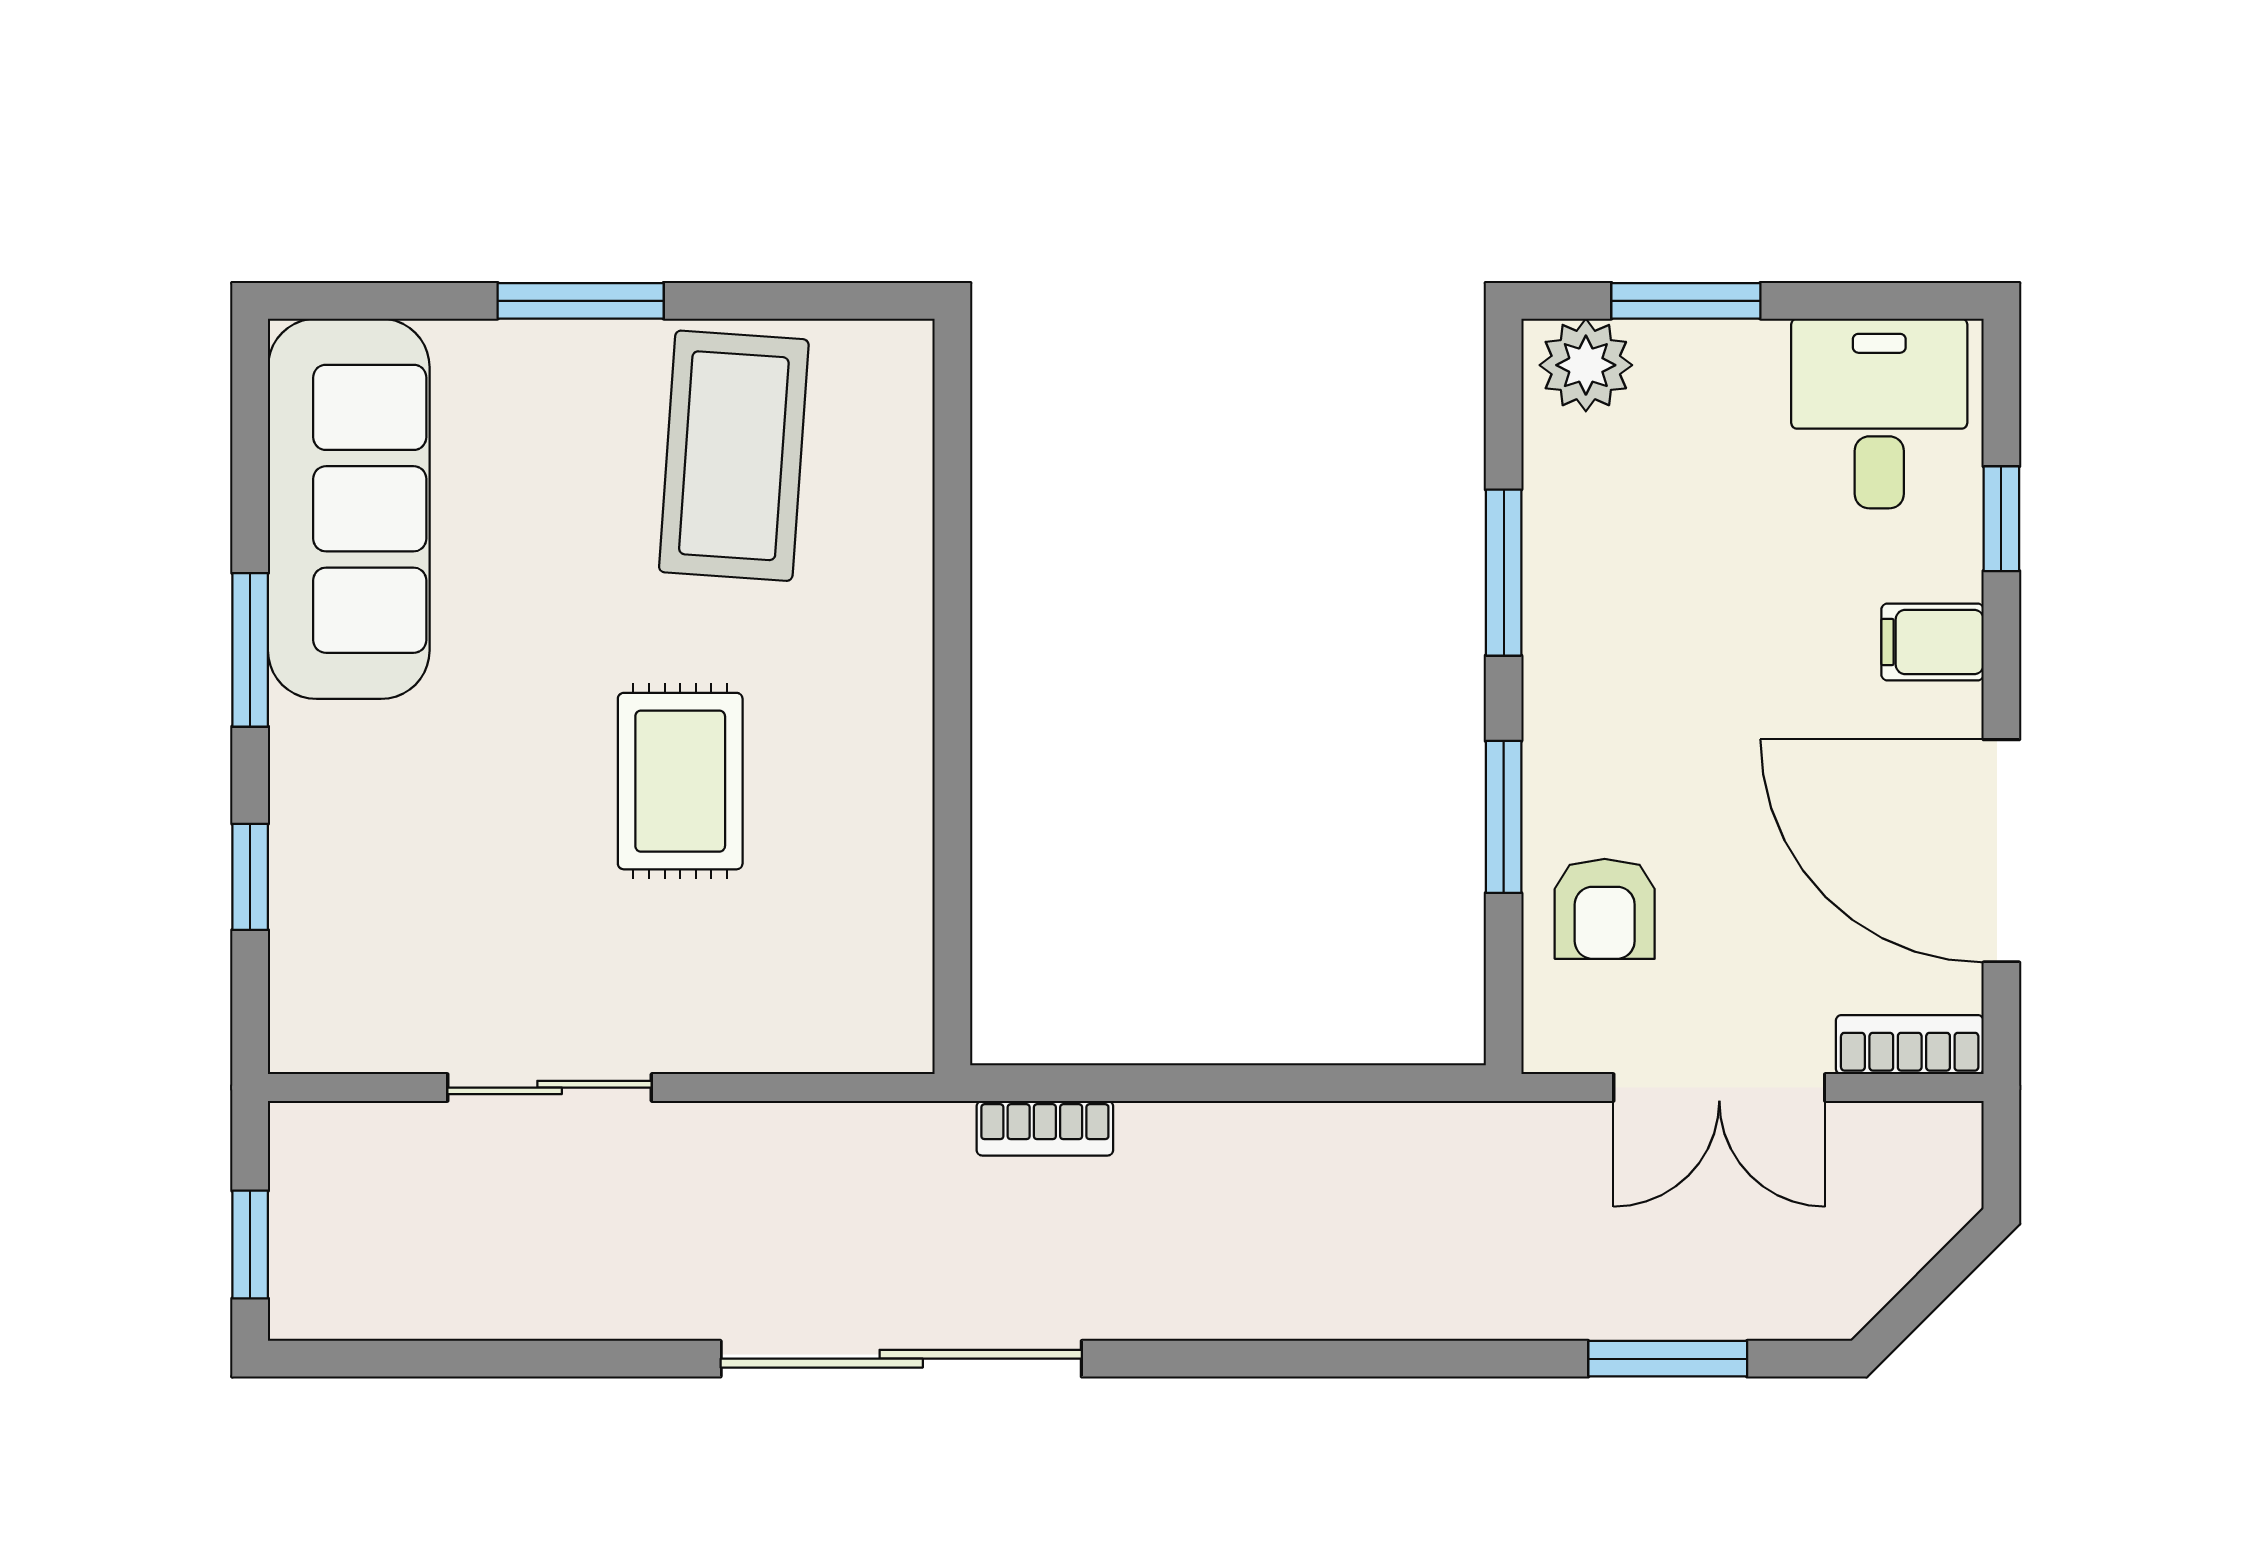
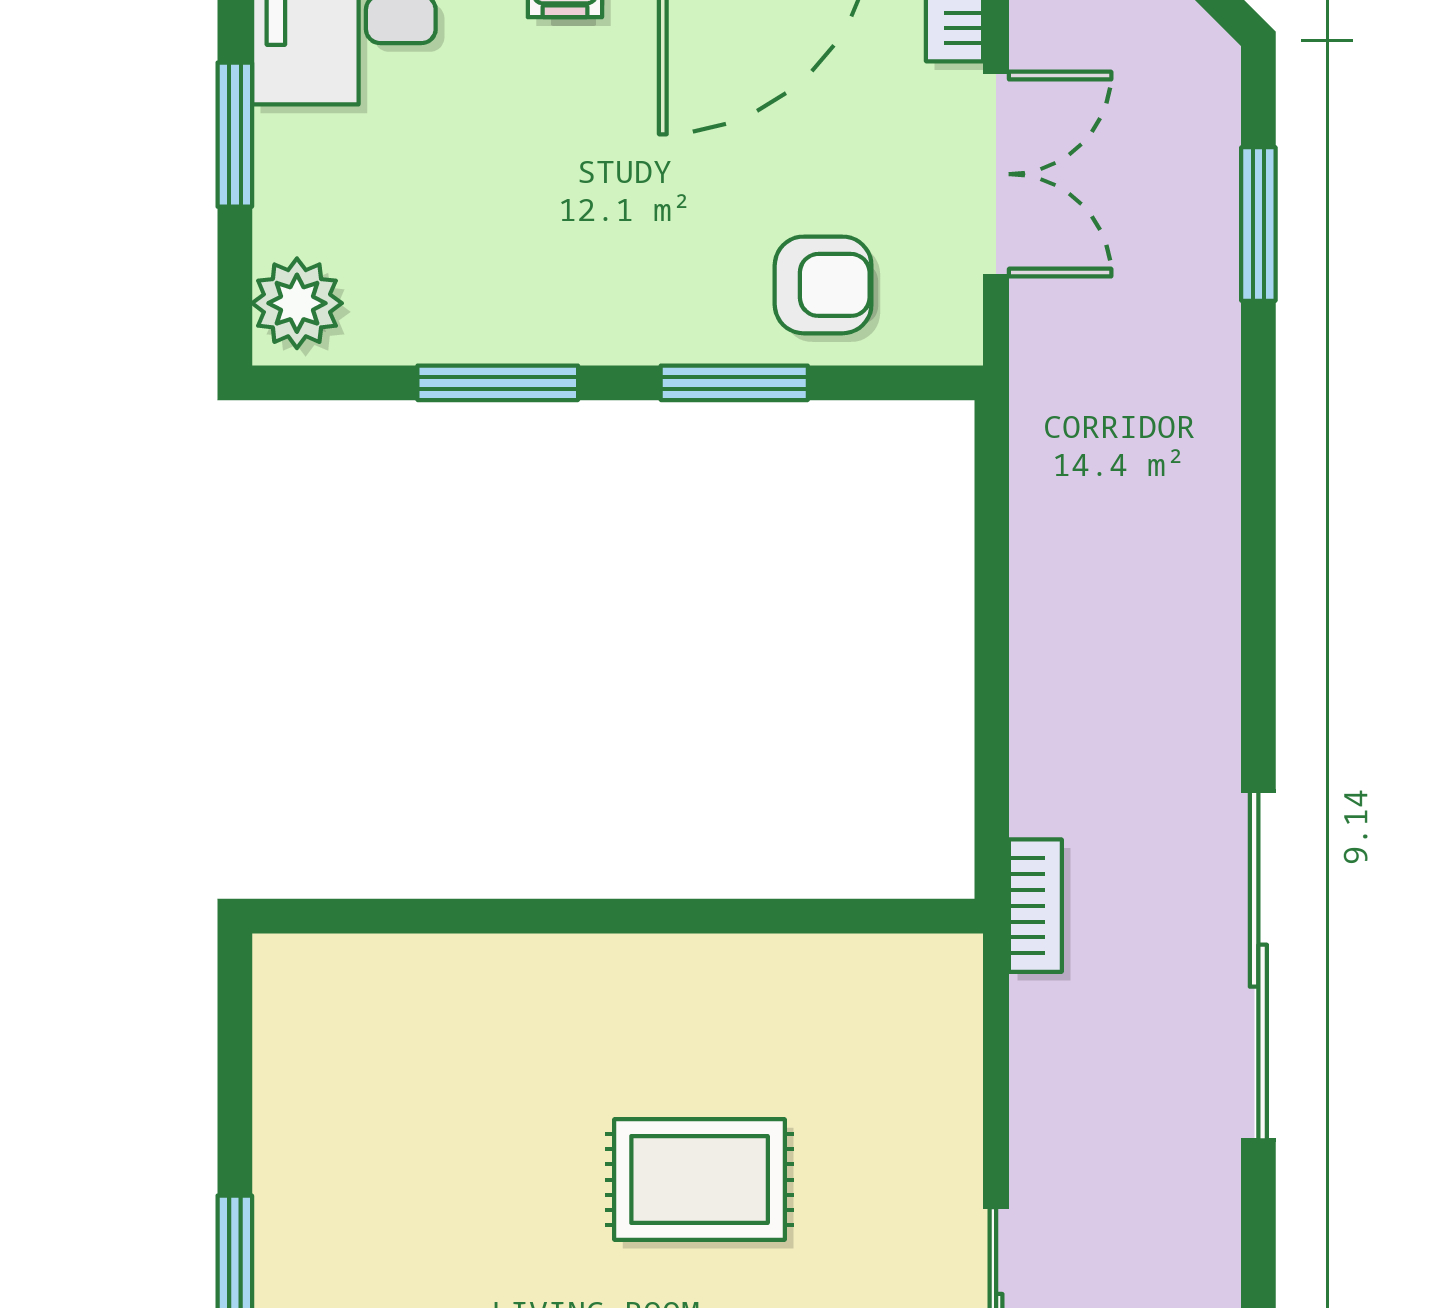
window: (1686, 301) -> (235, 135), moved
coffee table: (734, 456) -> (385, 1128), removed
bookcase: (1045, 1128) -> (1035, 906), moved

